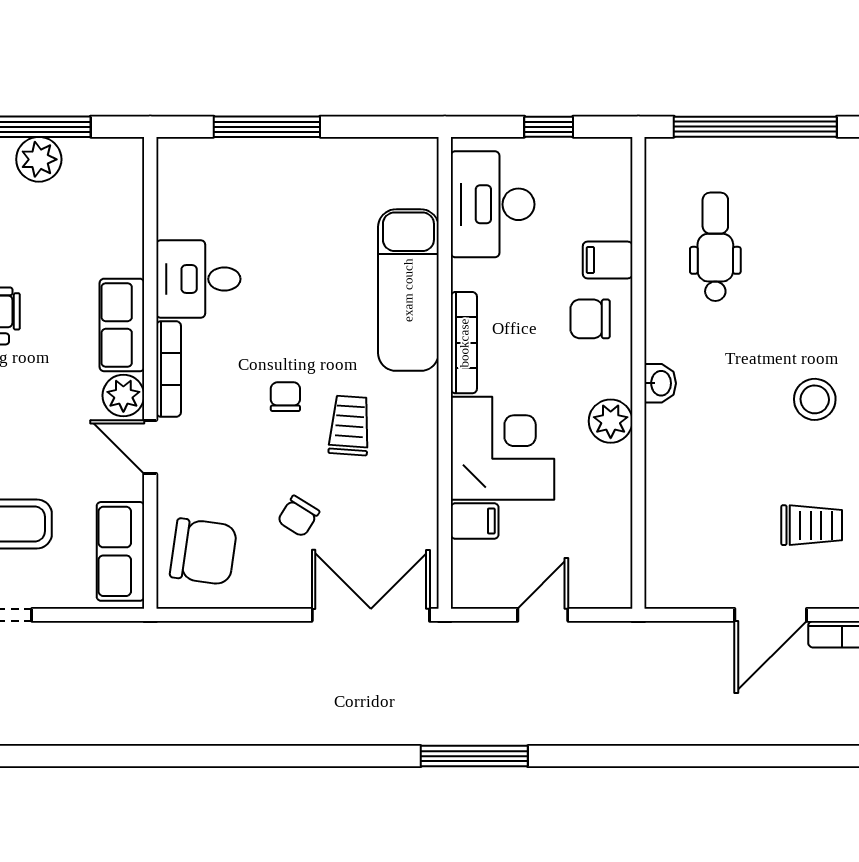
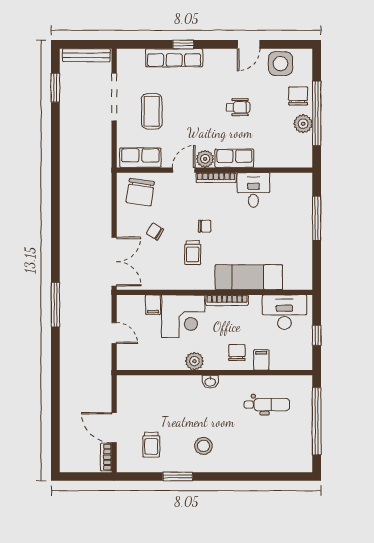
trolley: (350, 425) -> (193, 253), turned 86

